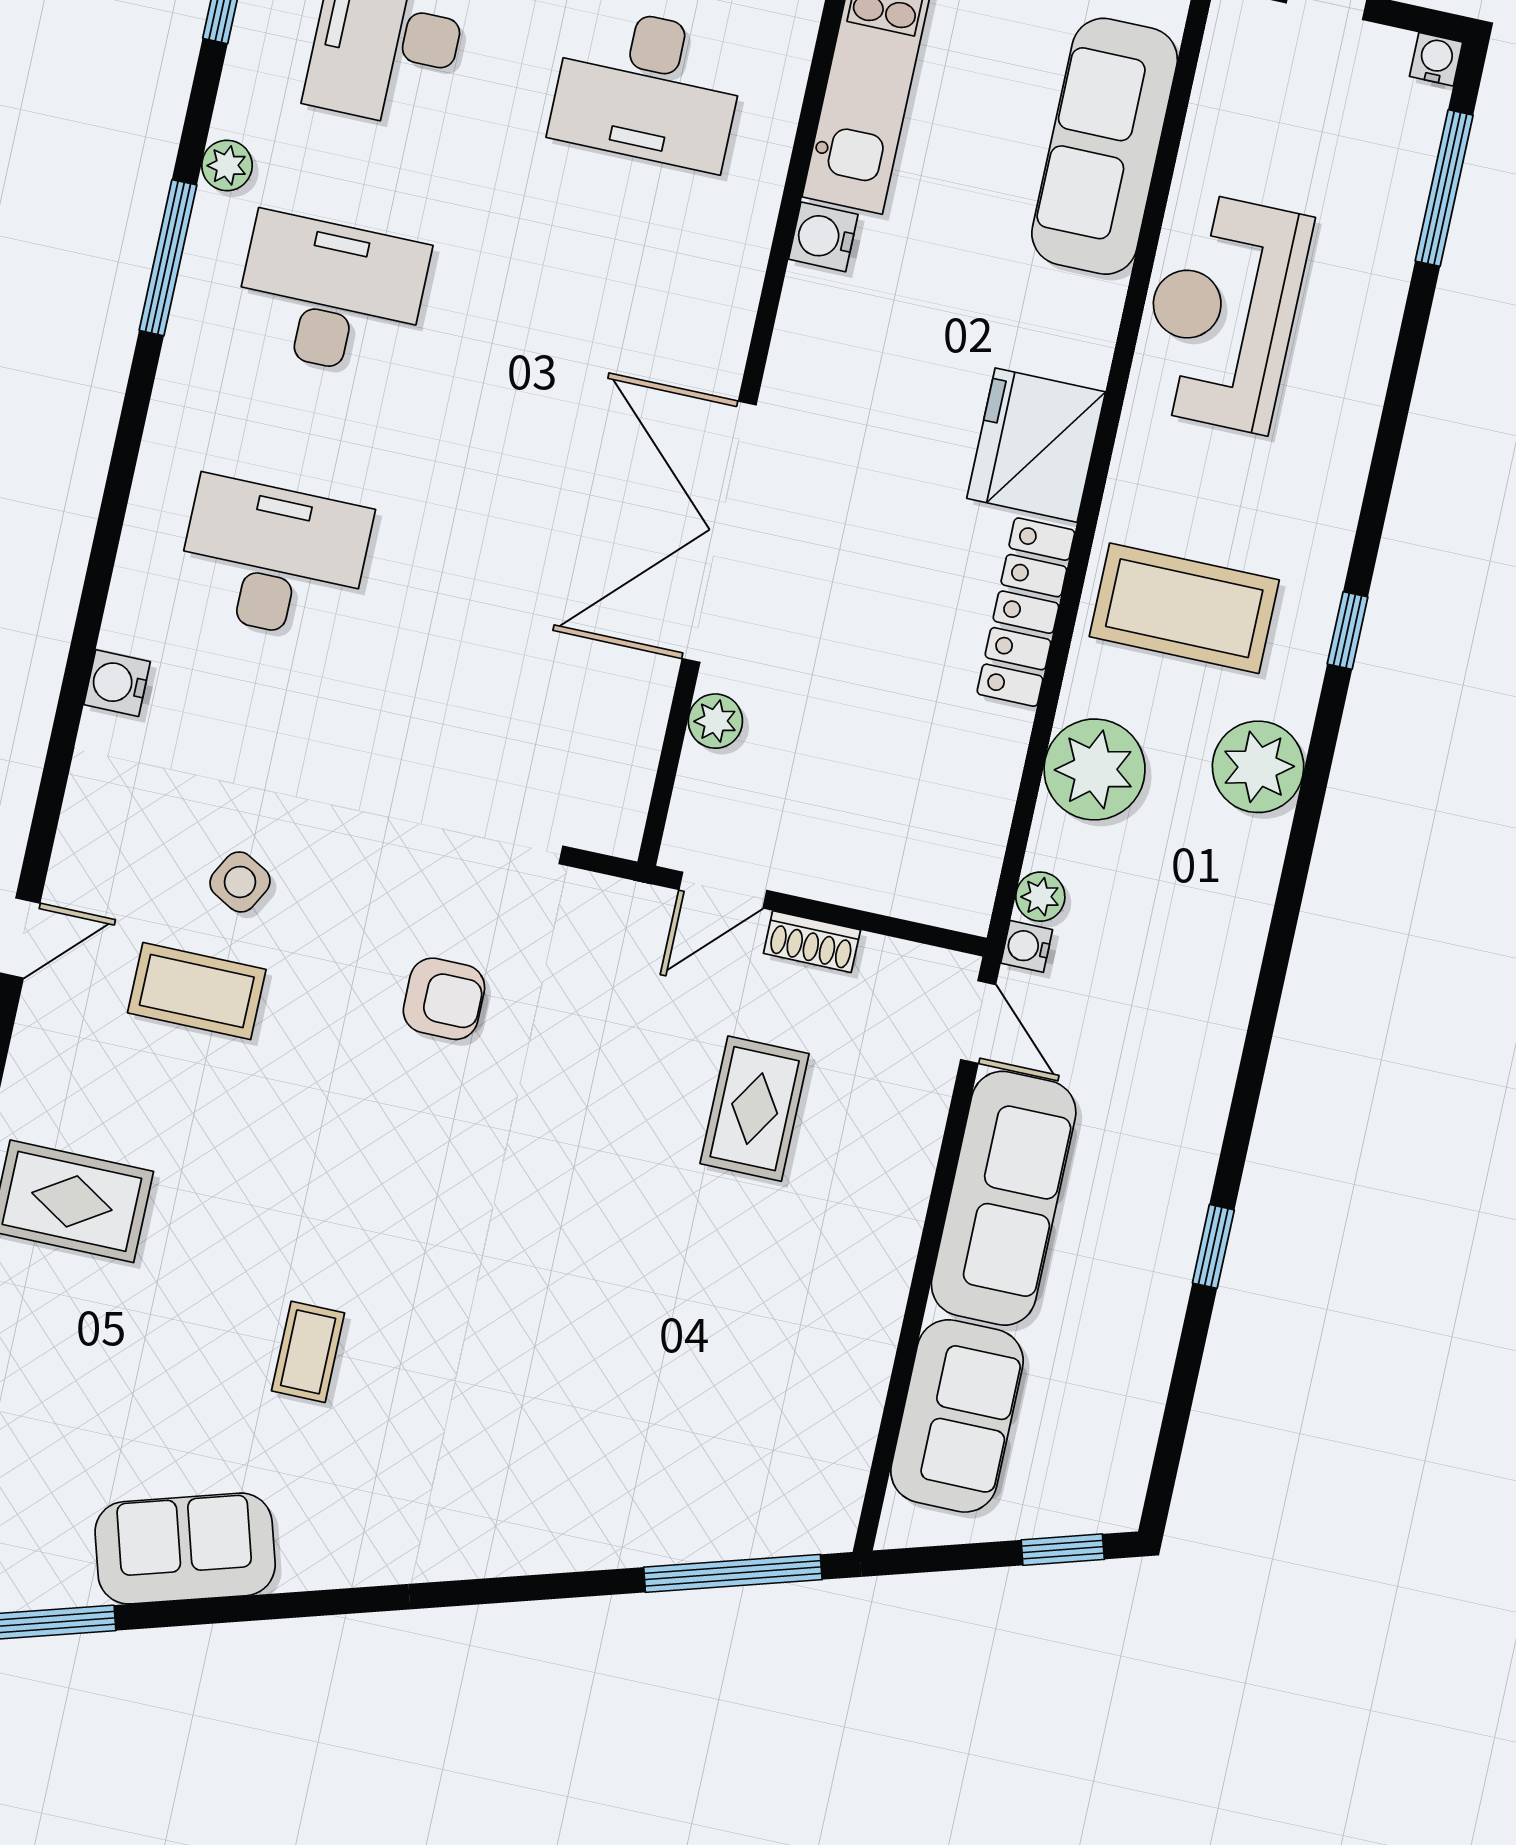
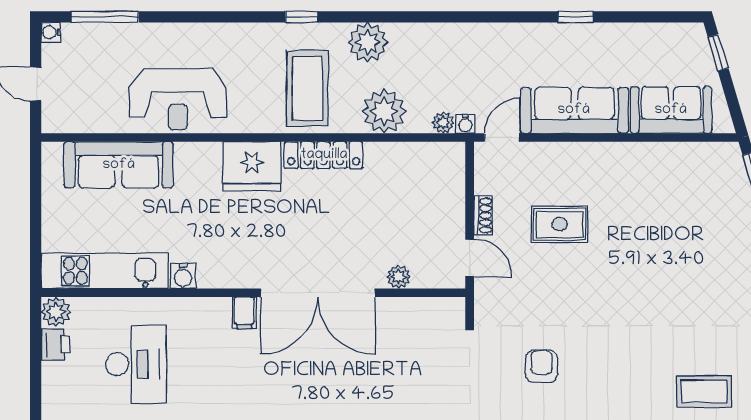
filing cabinet: (710, 356) -> (244, 313), added
coffee table: (308, 1352) -> (704, 391), width x1.36, depth x1.30

